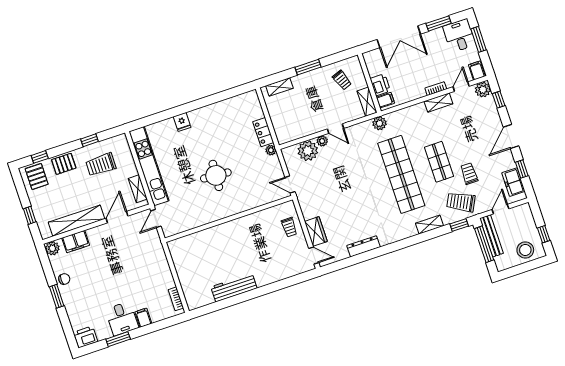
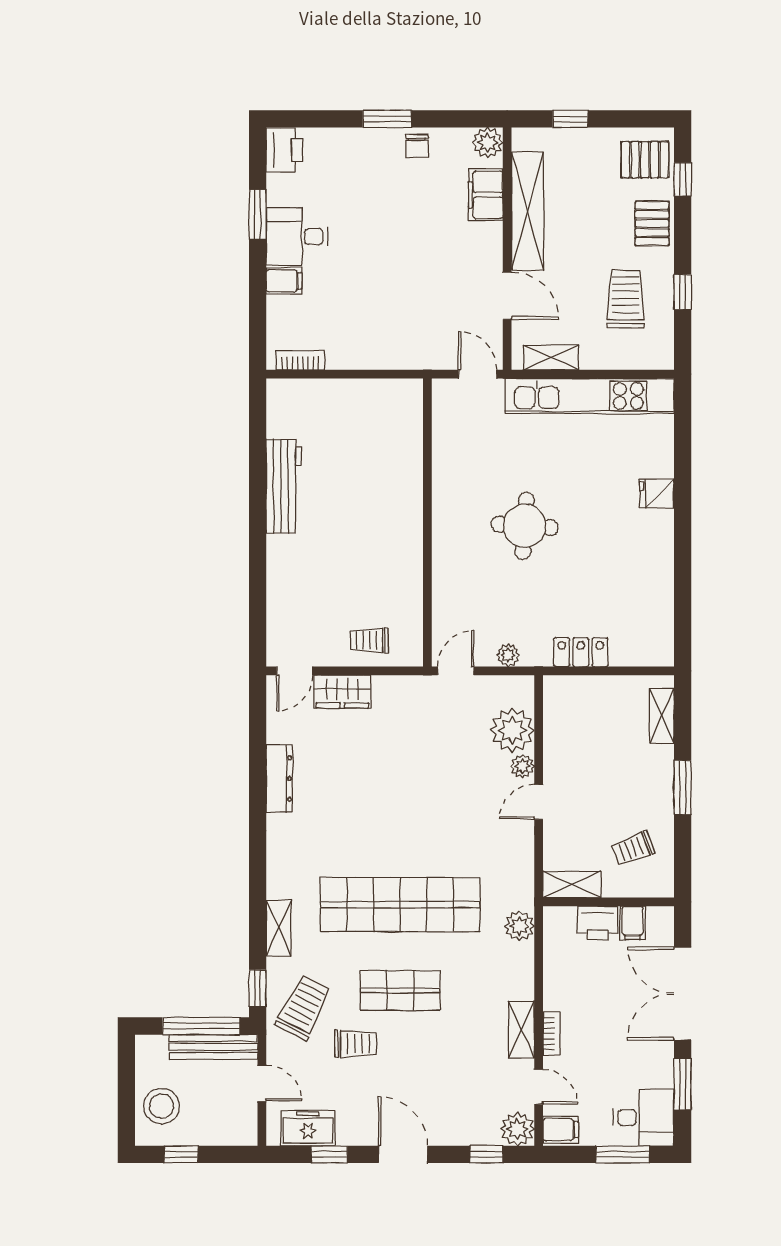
filing cabinet: (385, 100) -> (633, 923), moved
plant: (379, 123) -> (519, 926), moved
plant: (271, 150) -> (508, 655), moved

